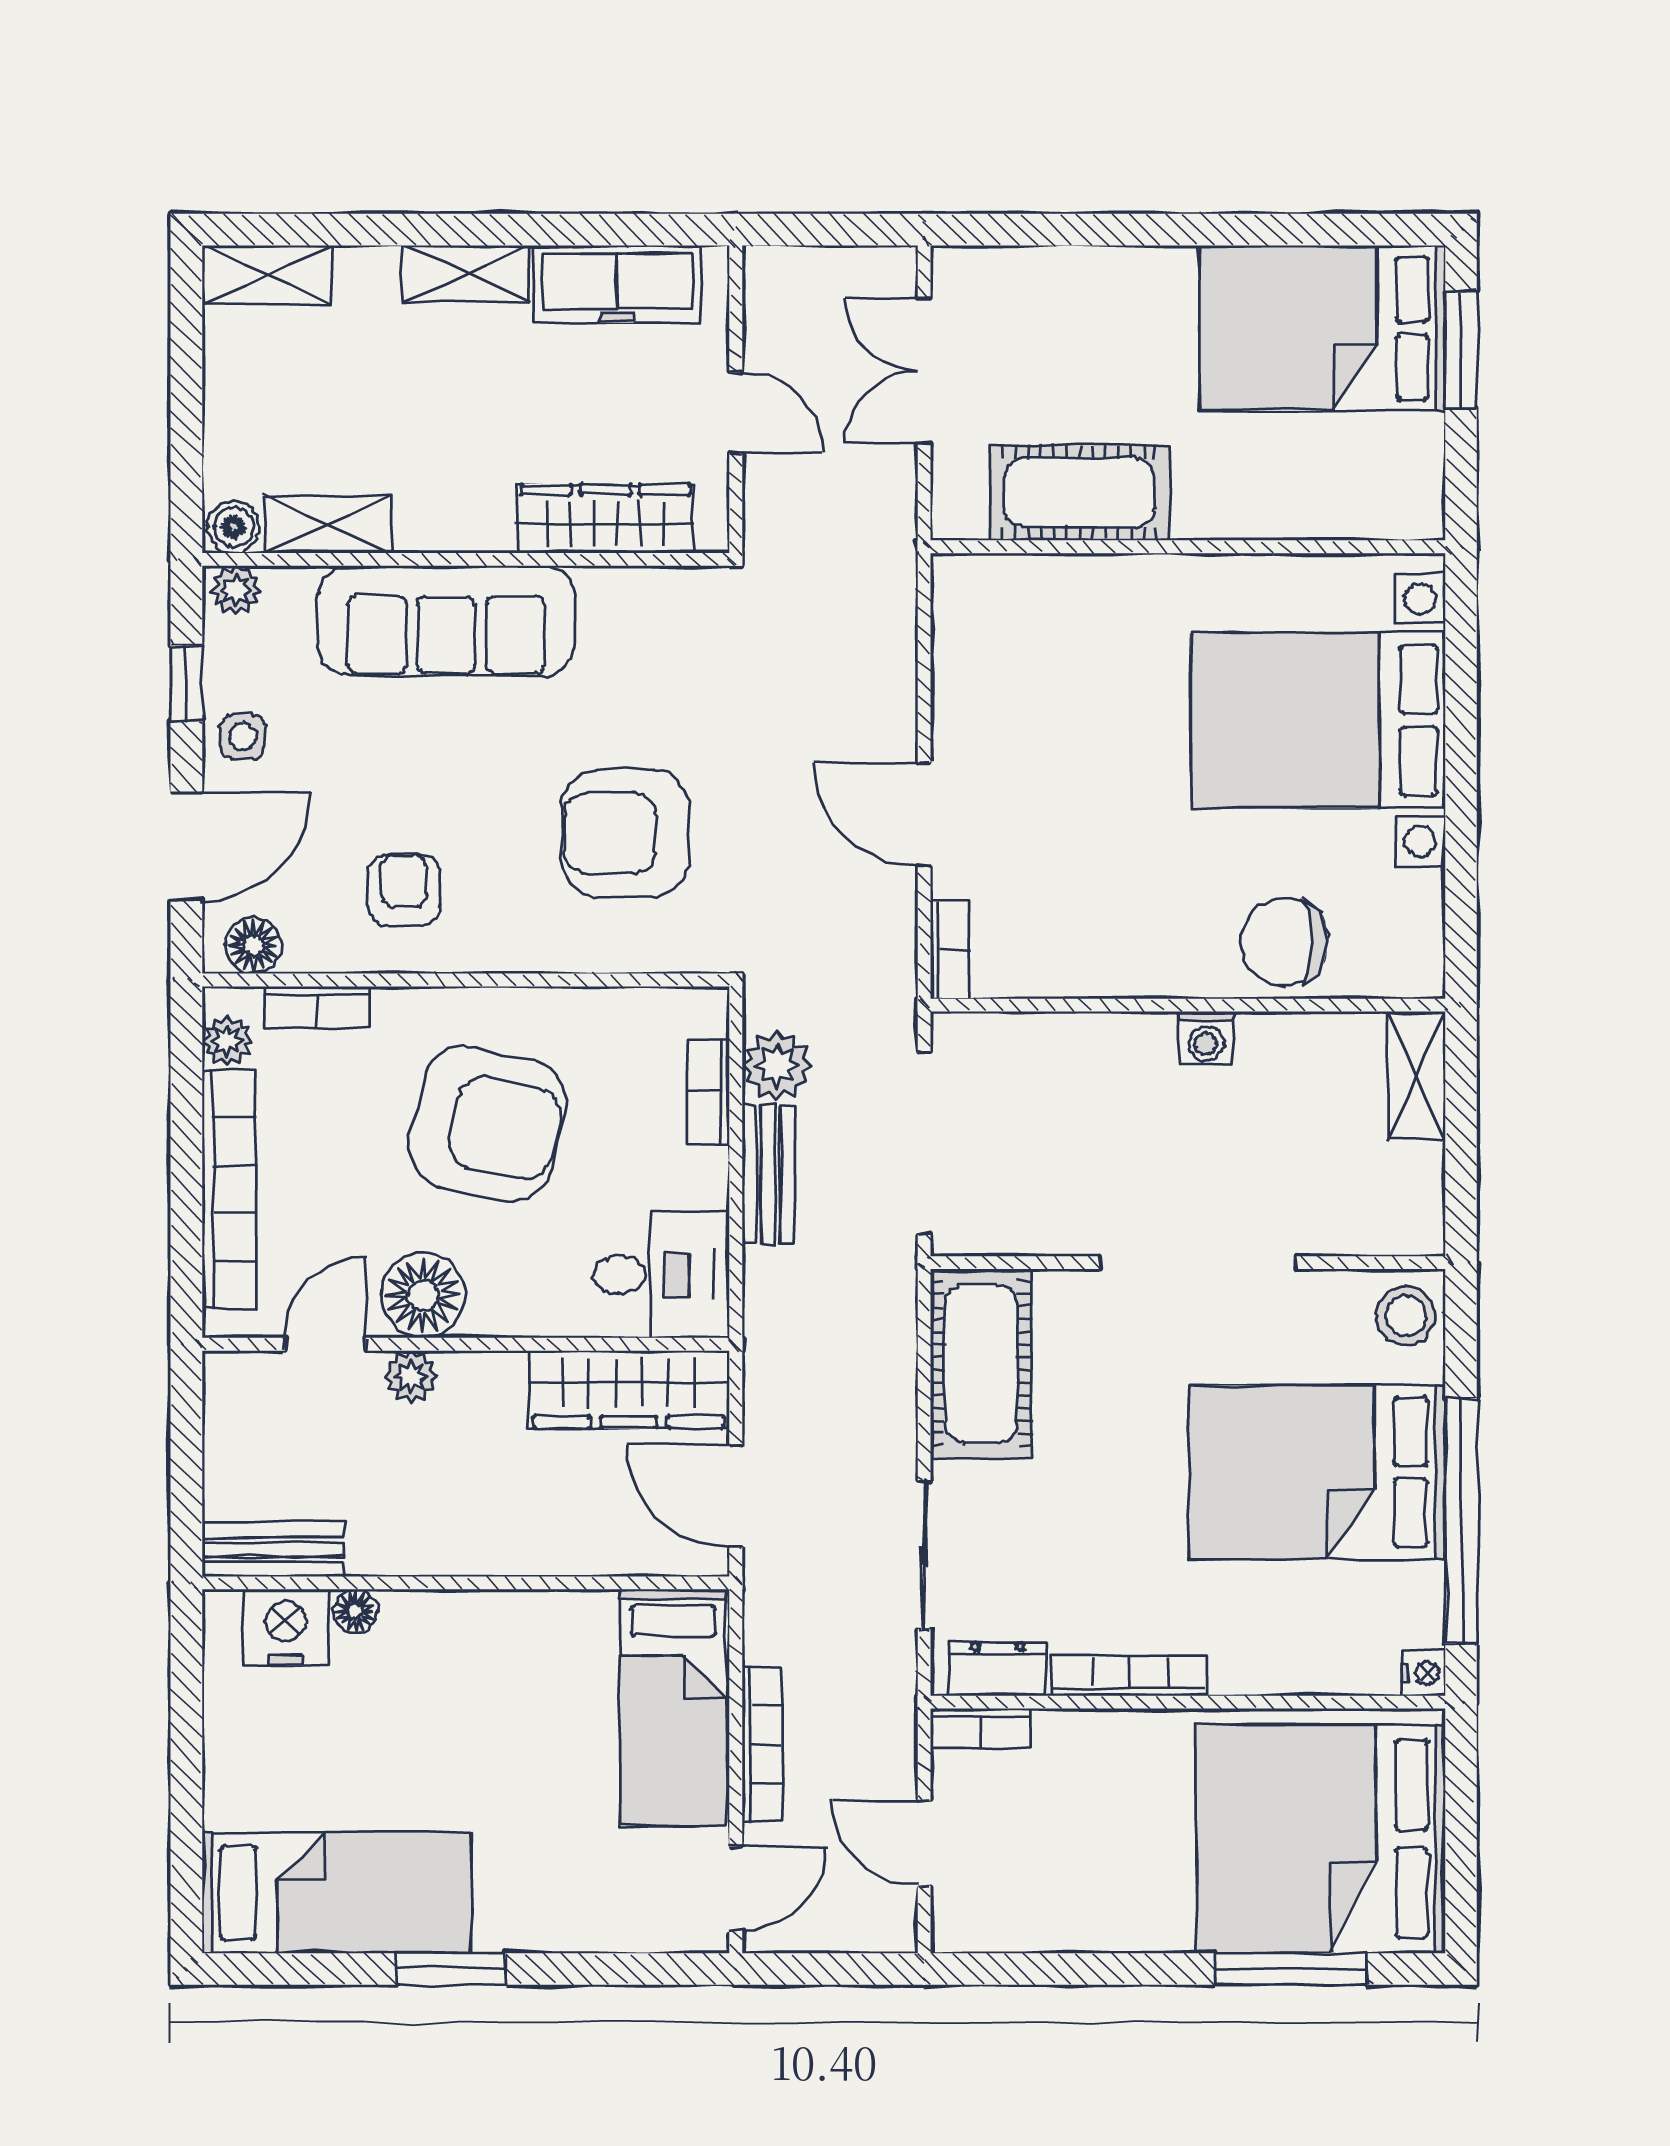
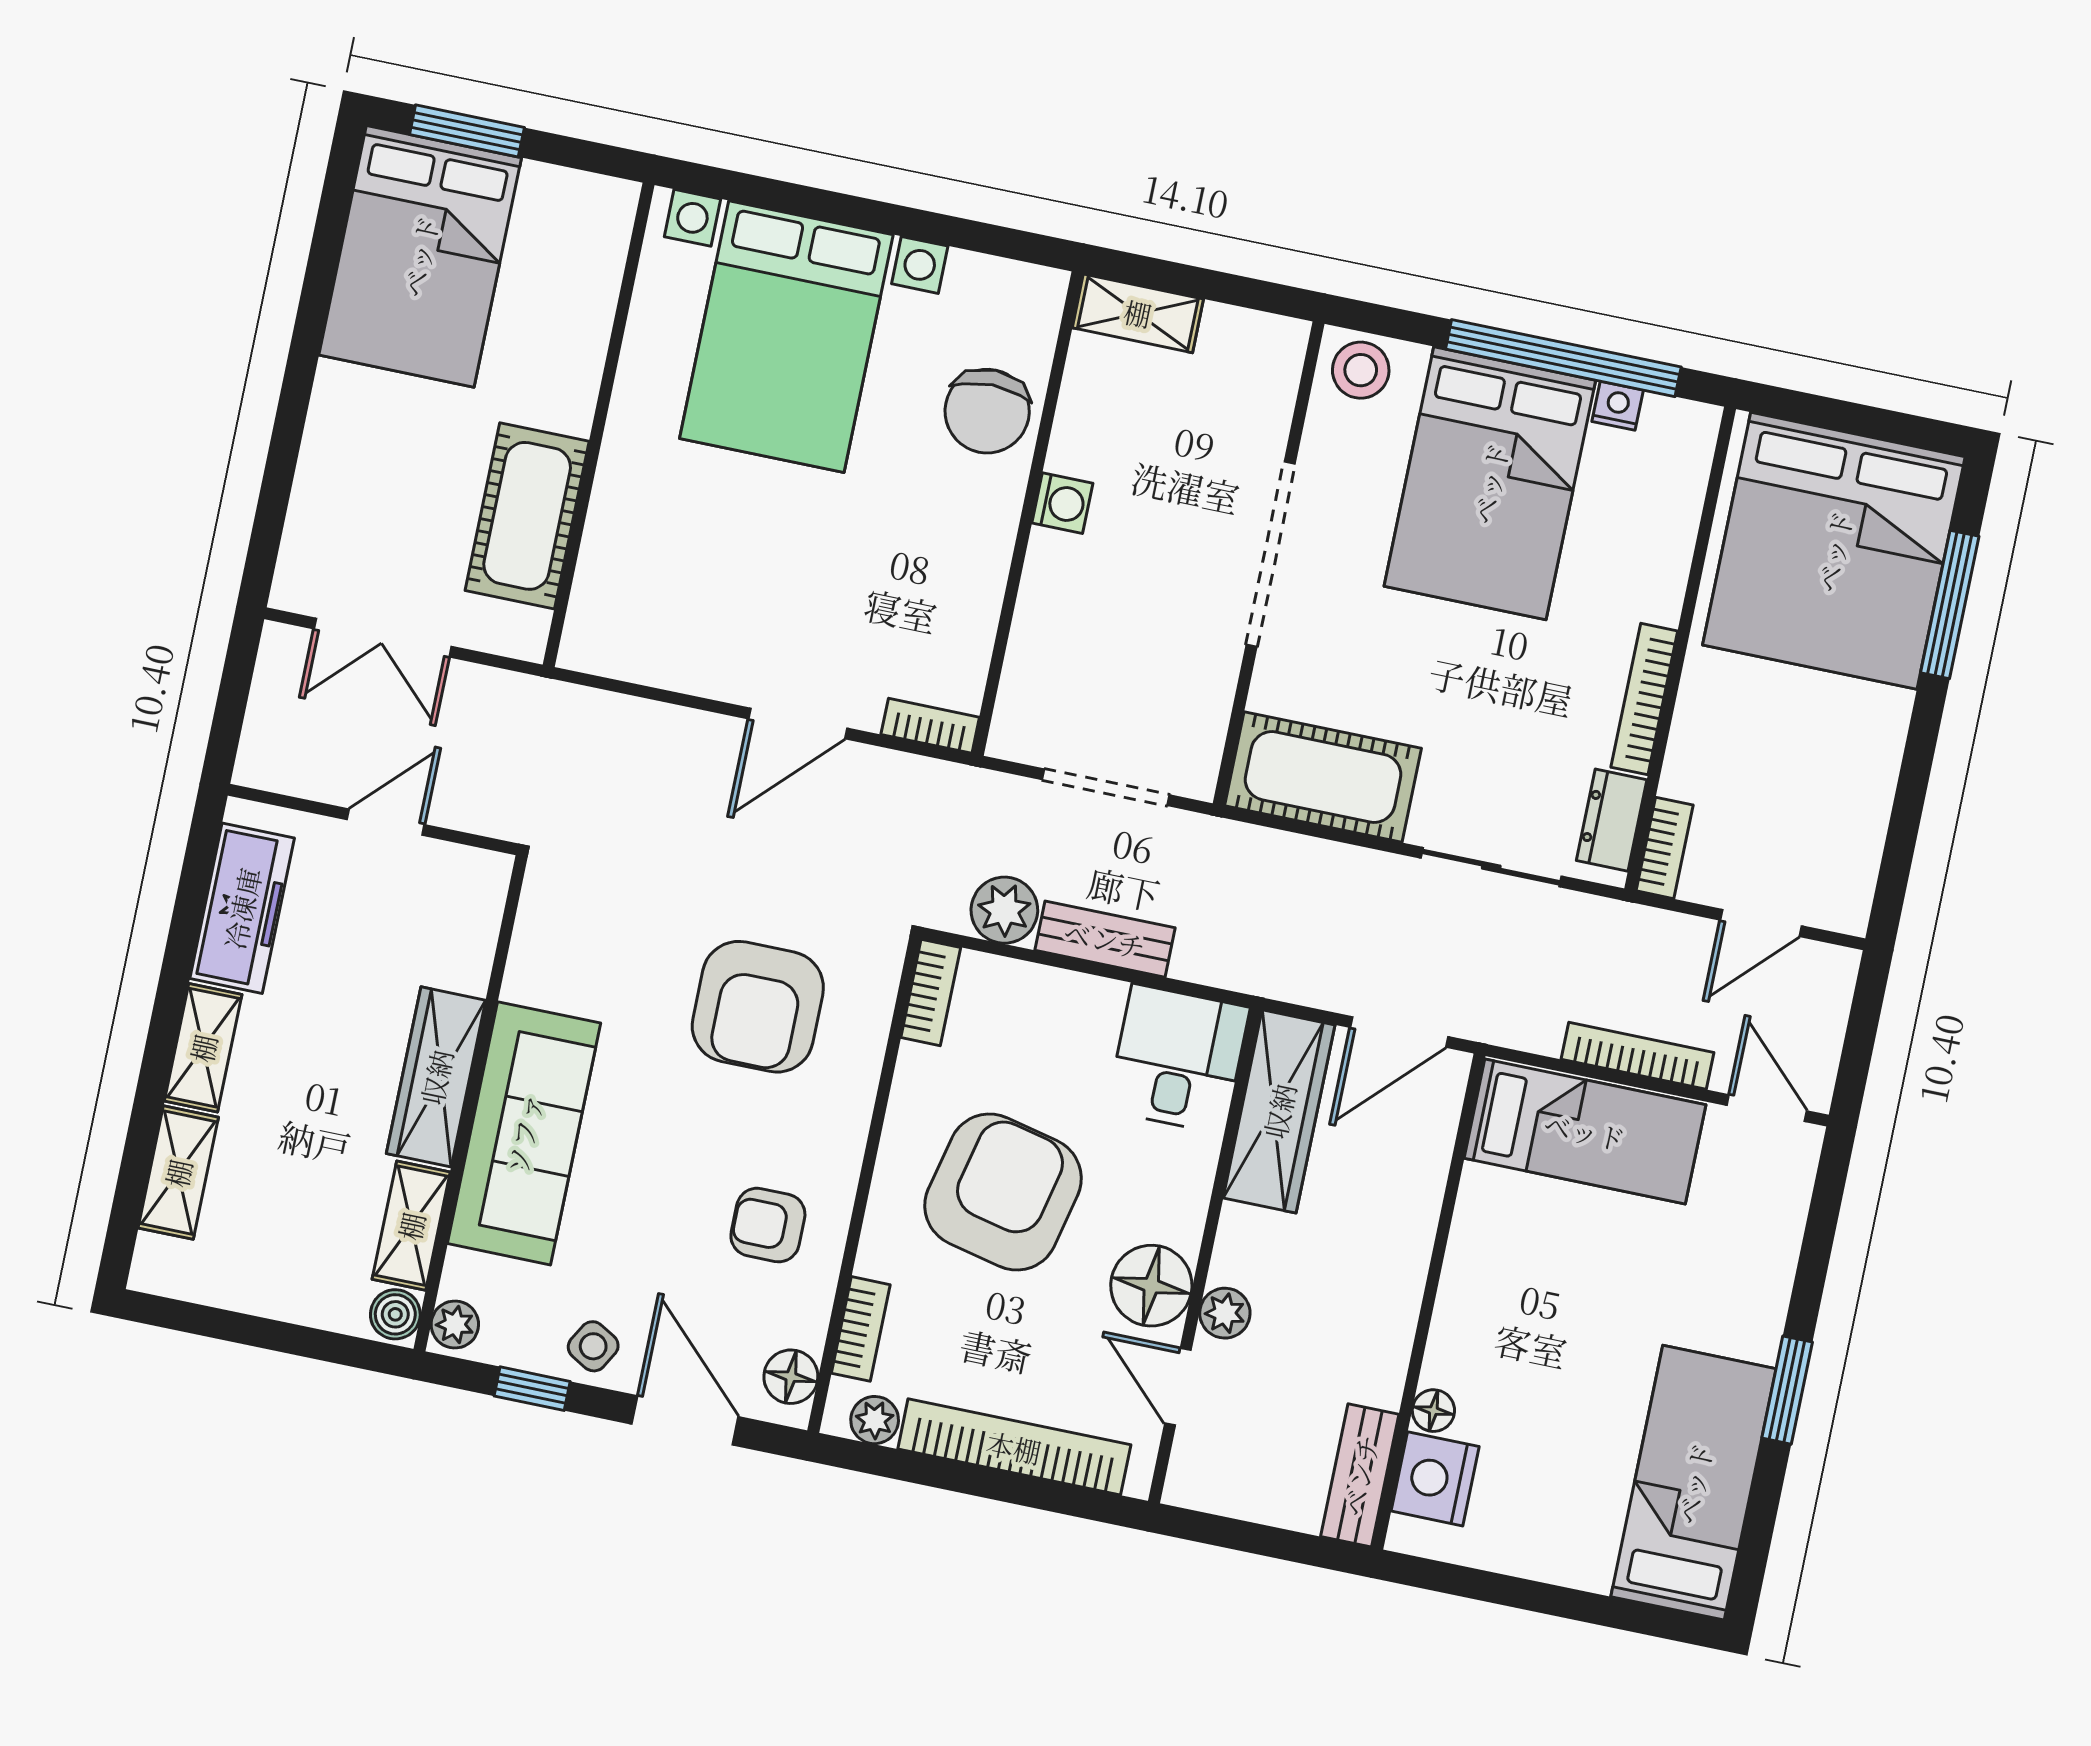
shelving: (267, 275) -> (178, 1173), moved
wardrobe: (606, 518) -> (436, 1077), moved
side table: (243, 737) -> (593, 1346), turned 30
bookcase: (708, 1092) -> (931, 992), moved, turned -90
doorway: (924, 1143) -> (1106, 787), width x0.73
nightstand: (1424, 1673) -> (1618, 406), moved

